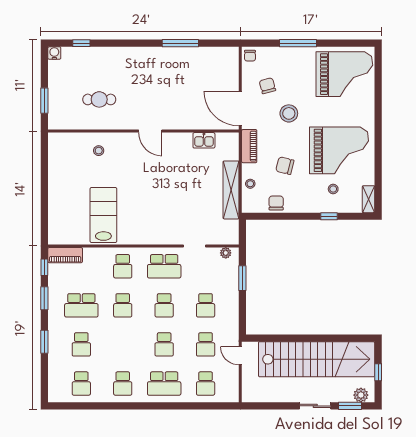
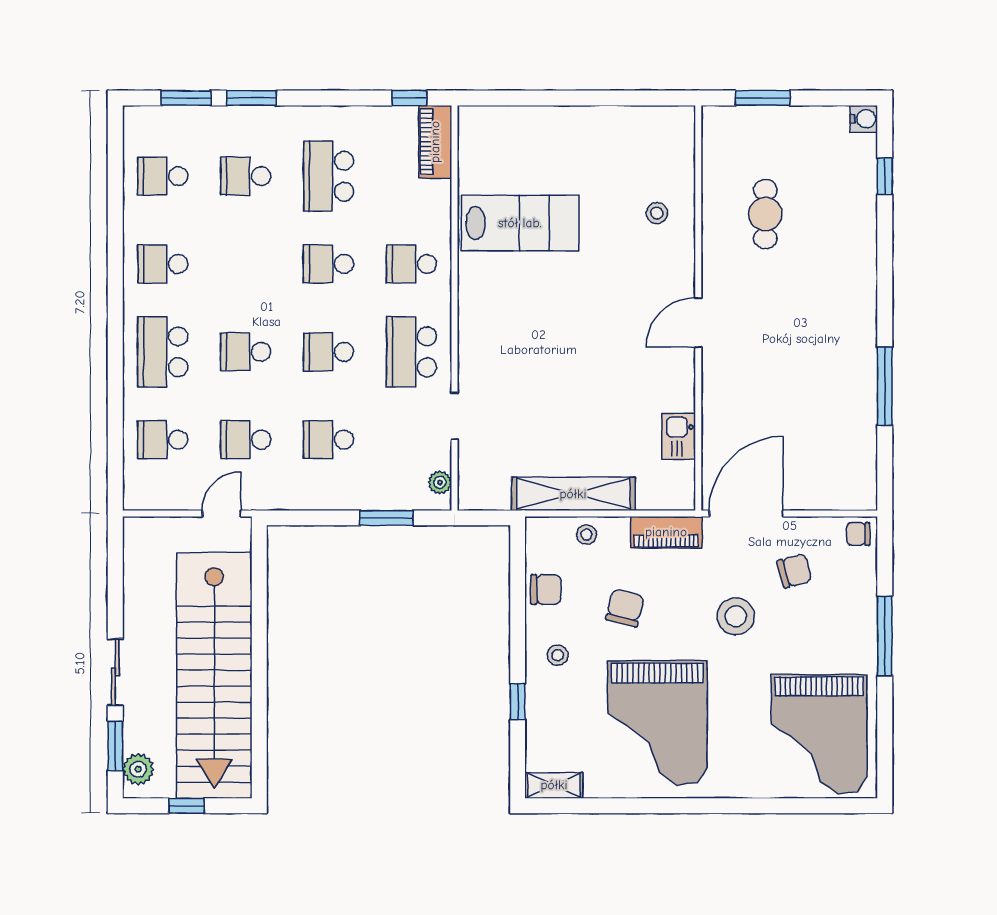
stool: (333, 189) -> (558, 655), moved
window: (44, 298) -> (186, 98), moved

